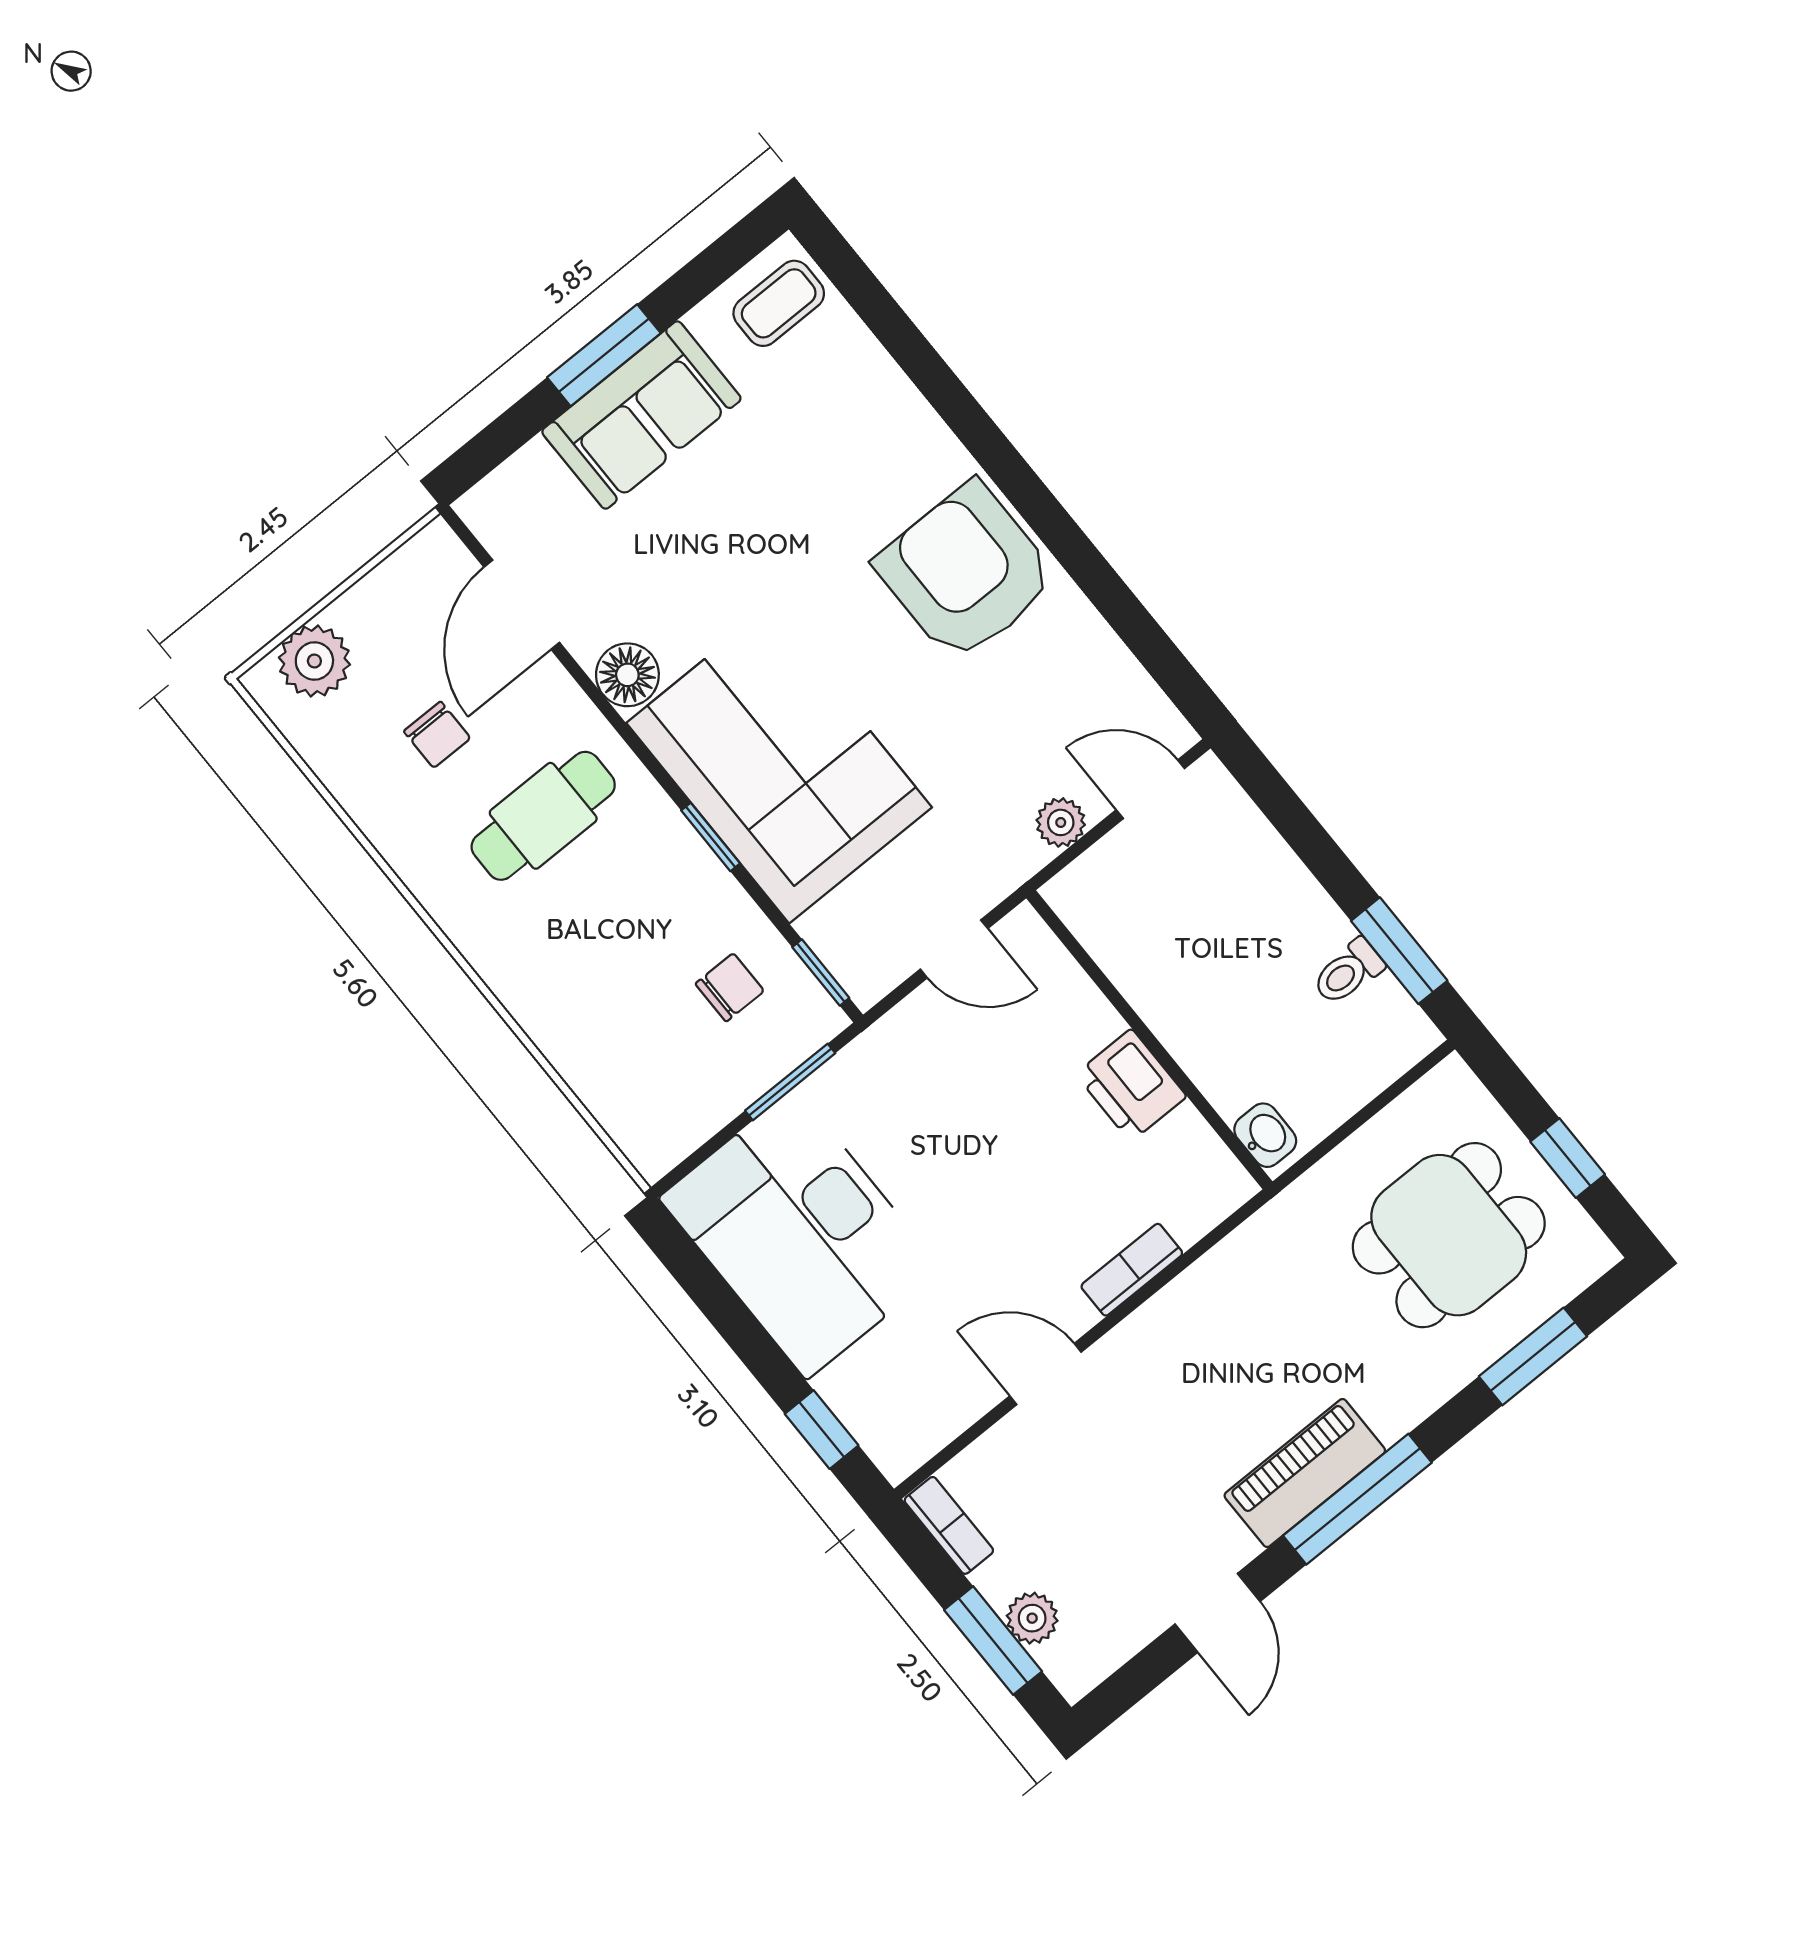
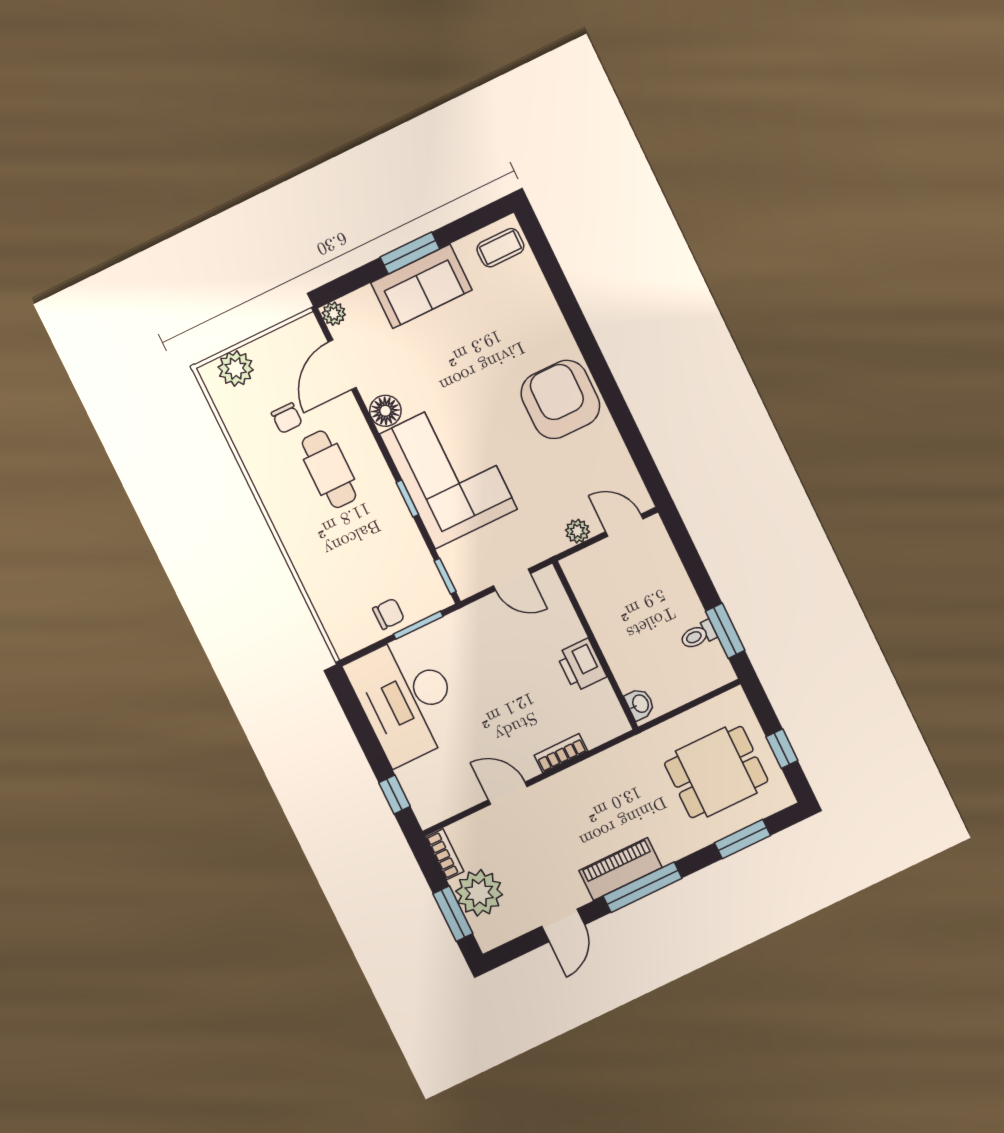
plant: (482, 509) -> (334, 314), added
cafe table: (543, 816) -> (329, 469), turned 90
chair: (730, 987) -> (389, 614), moved
plant: (1032, 1618) -> (479, 893), width x1.88, depth x1.88

